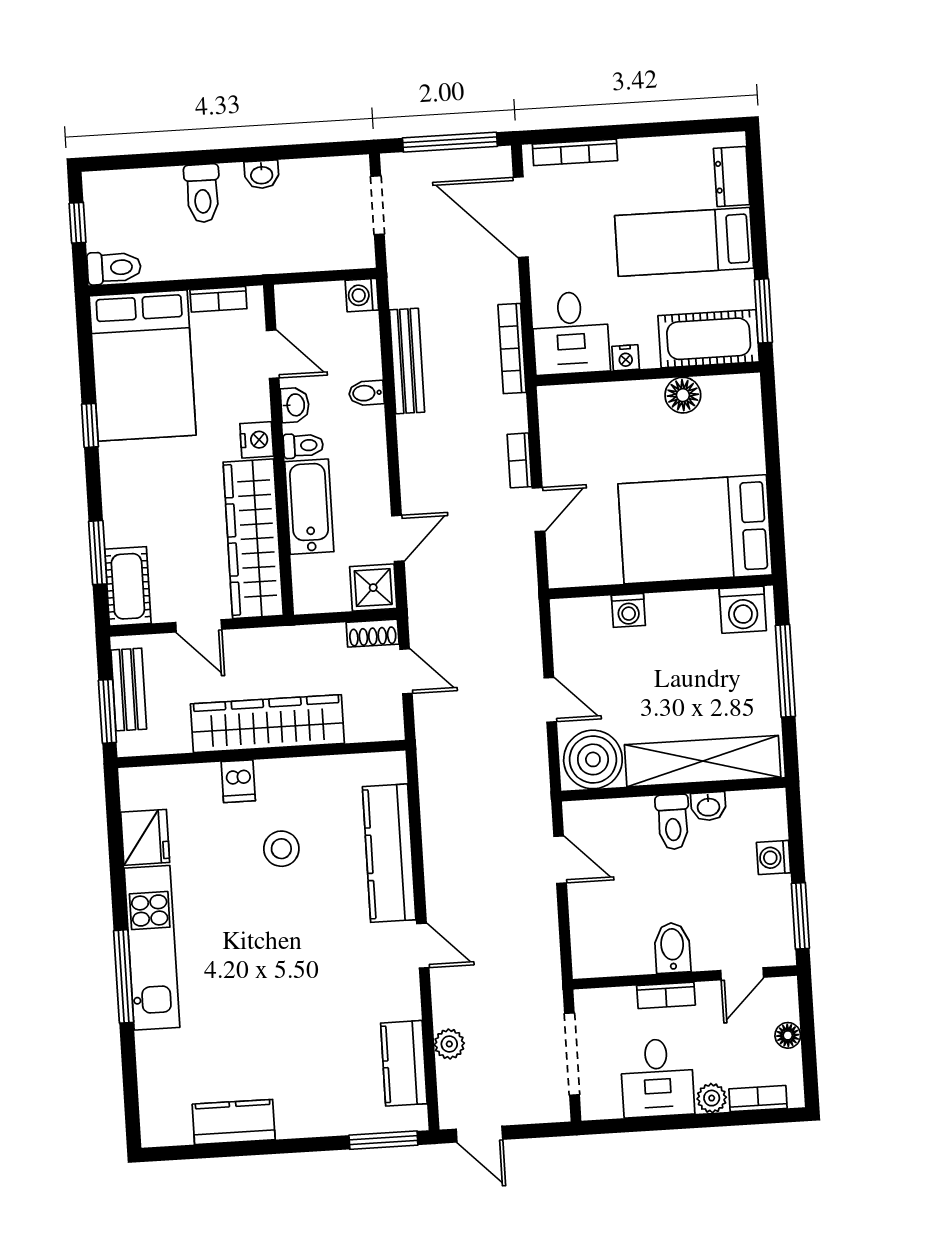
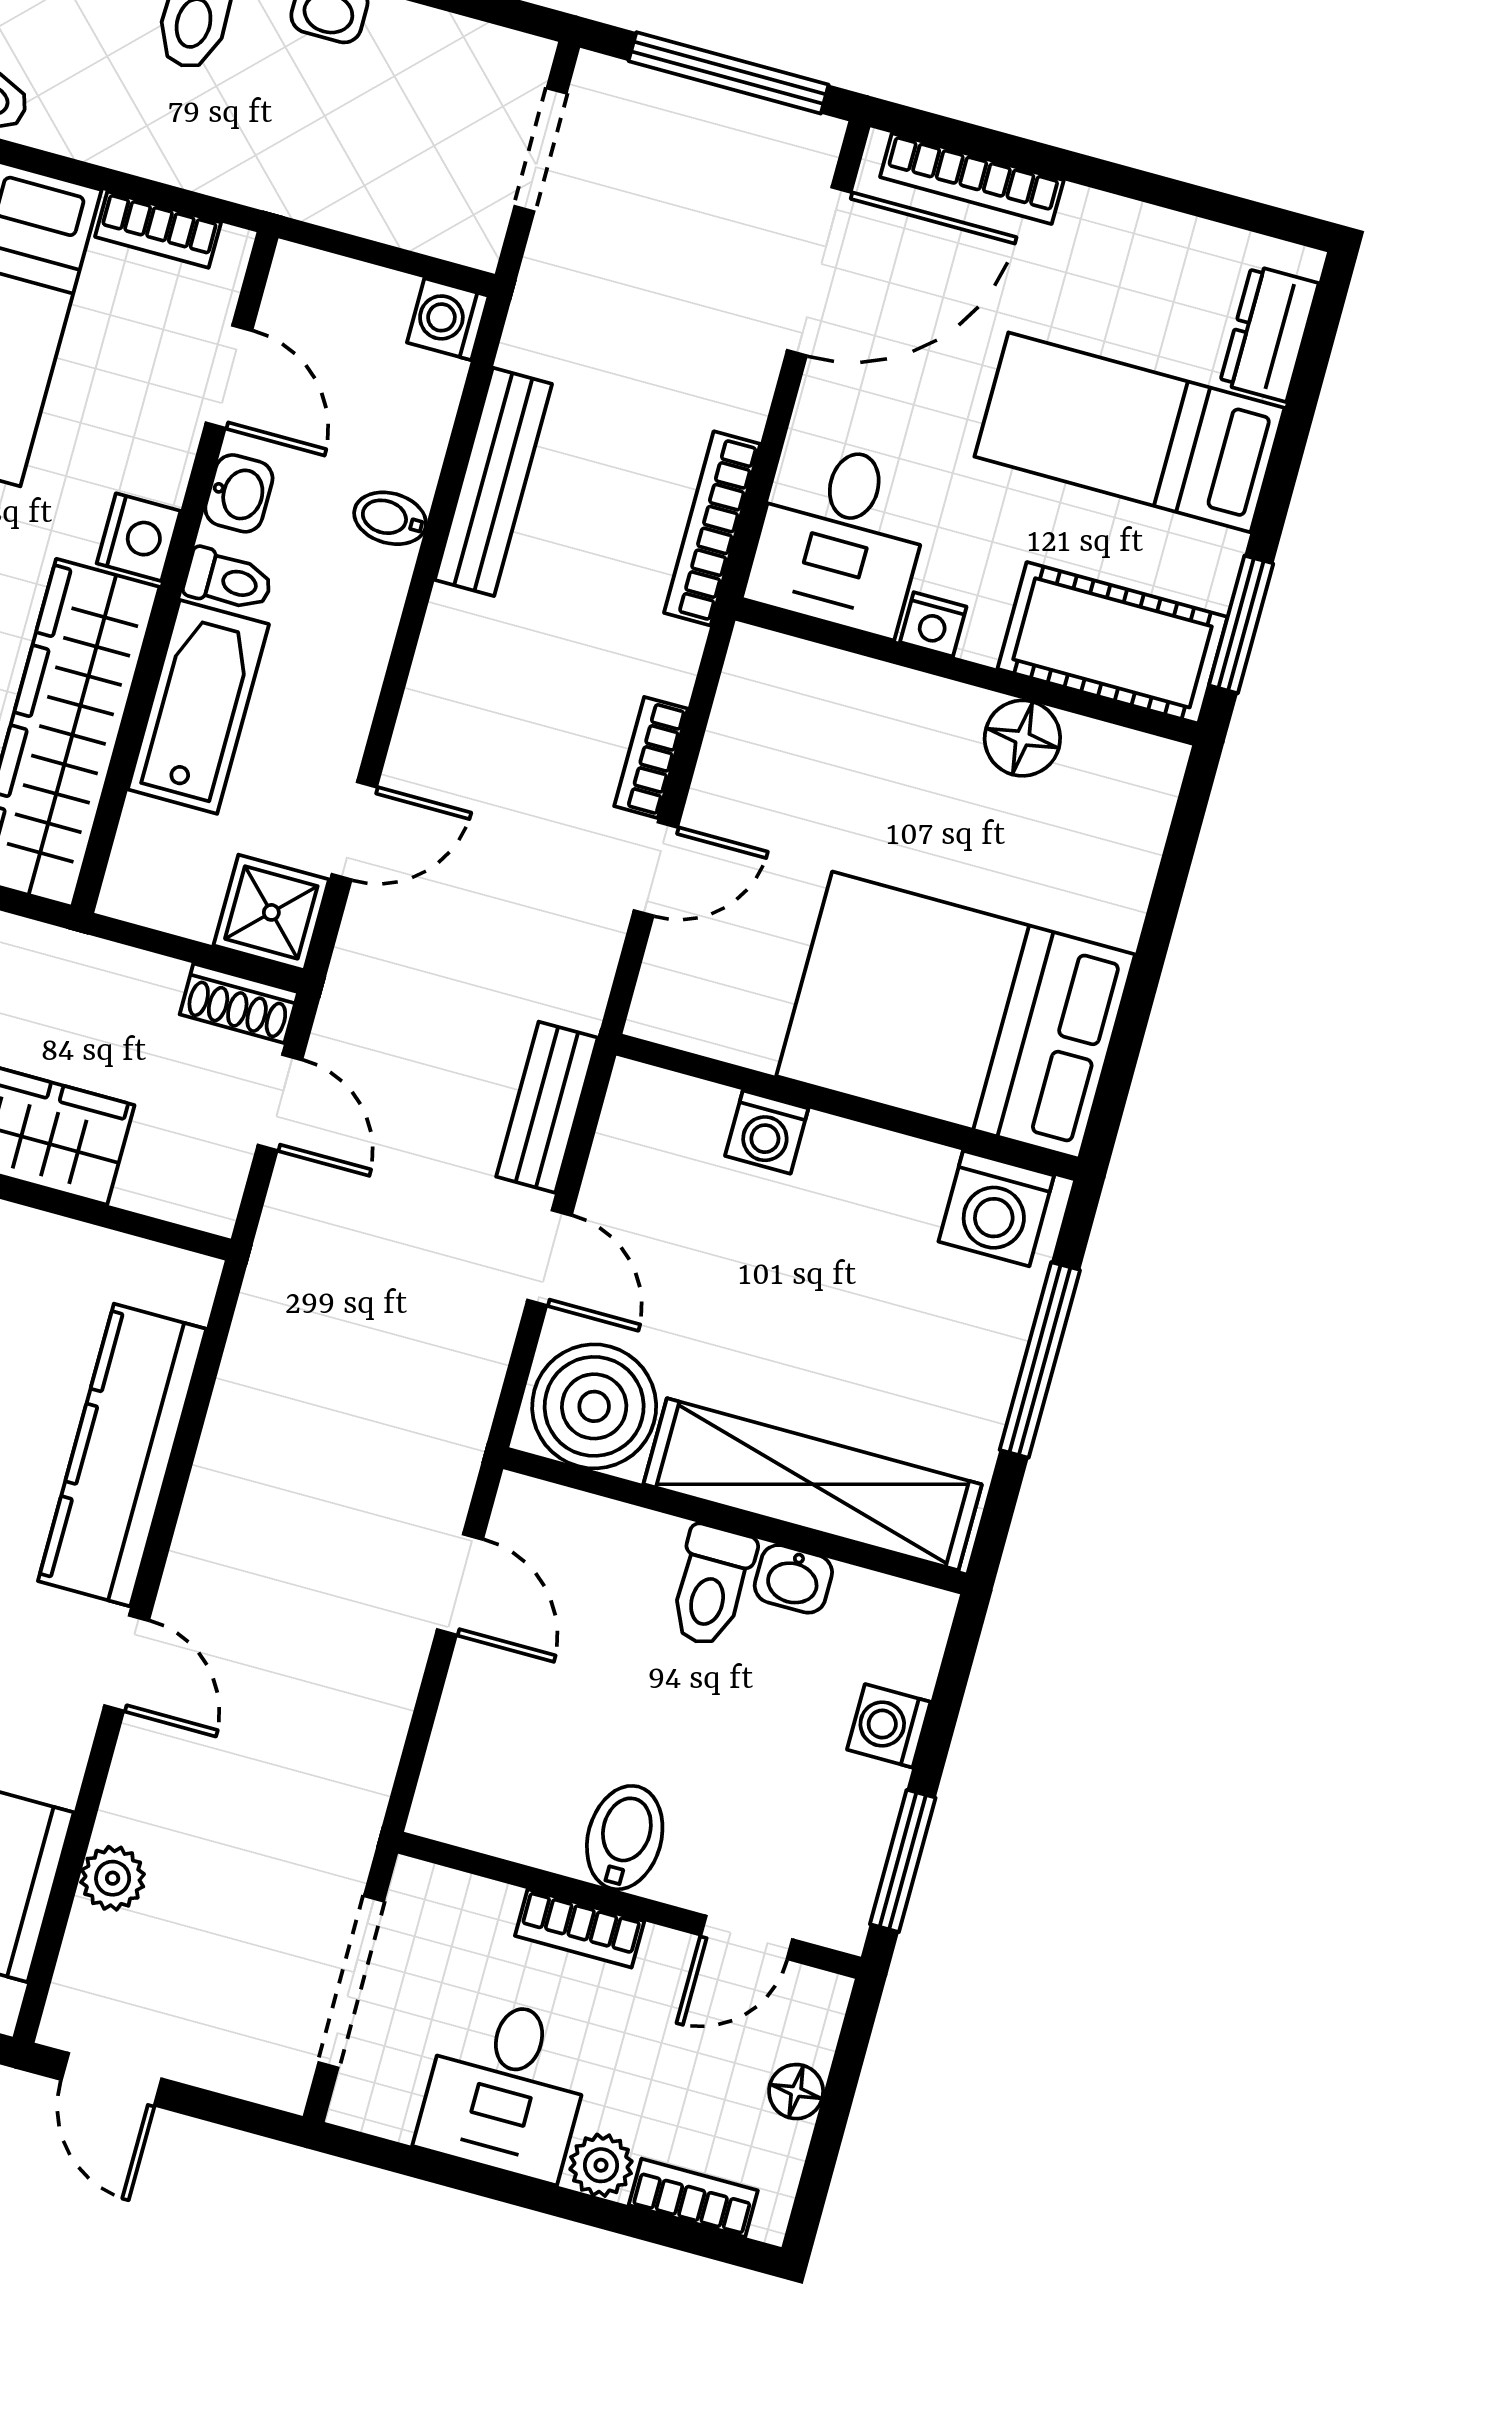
door: (521, 217) -> (819, 271), swing flipped
bench: (526, 633) -> (547, 1107), added

